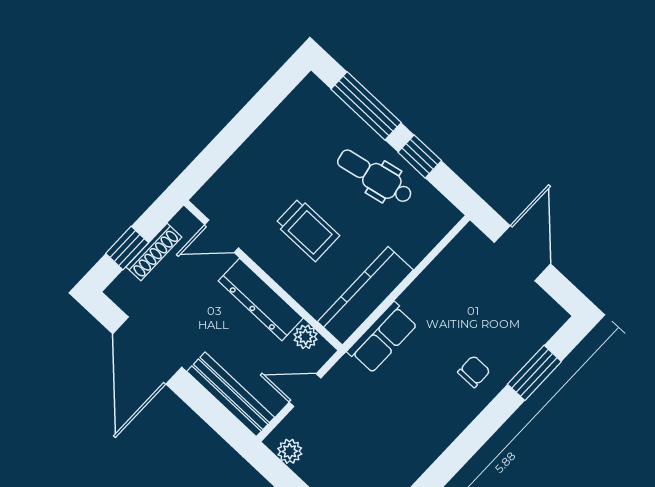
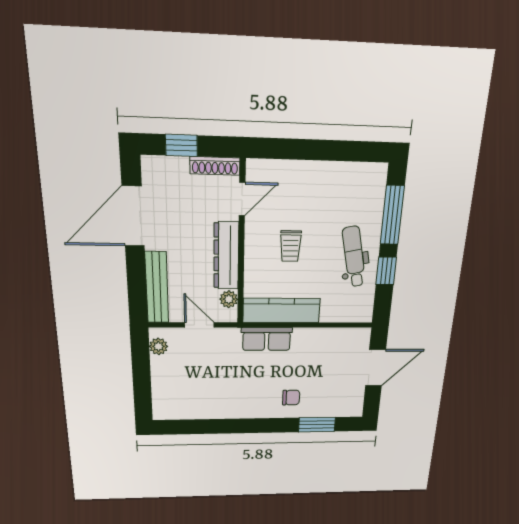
trolley: (307, 230) -> (291, 246), width x0.73, depth x0.72
door: (222, 236) -> (242, 199), swing flipped
shoe rack: (154, 252) -> (215, 166), moved

